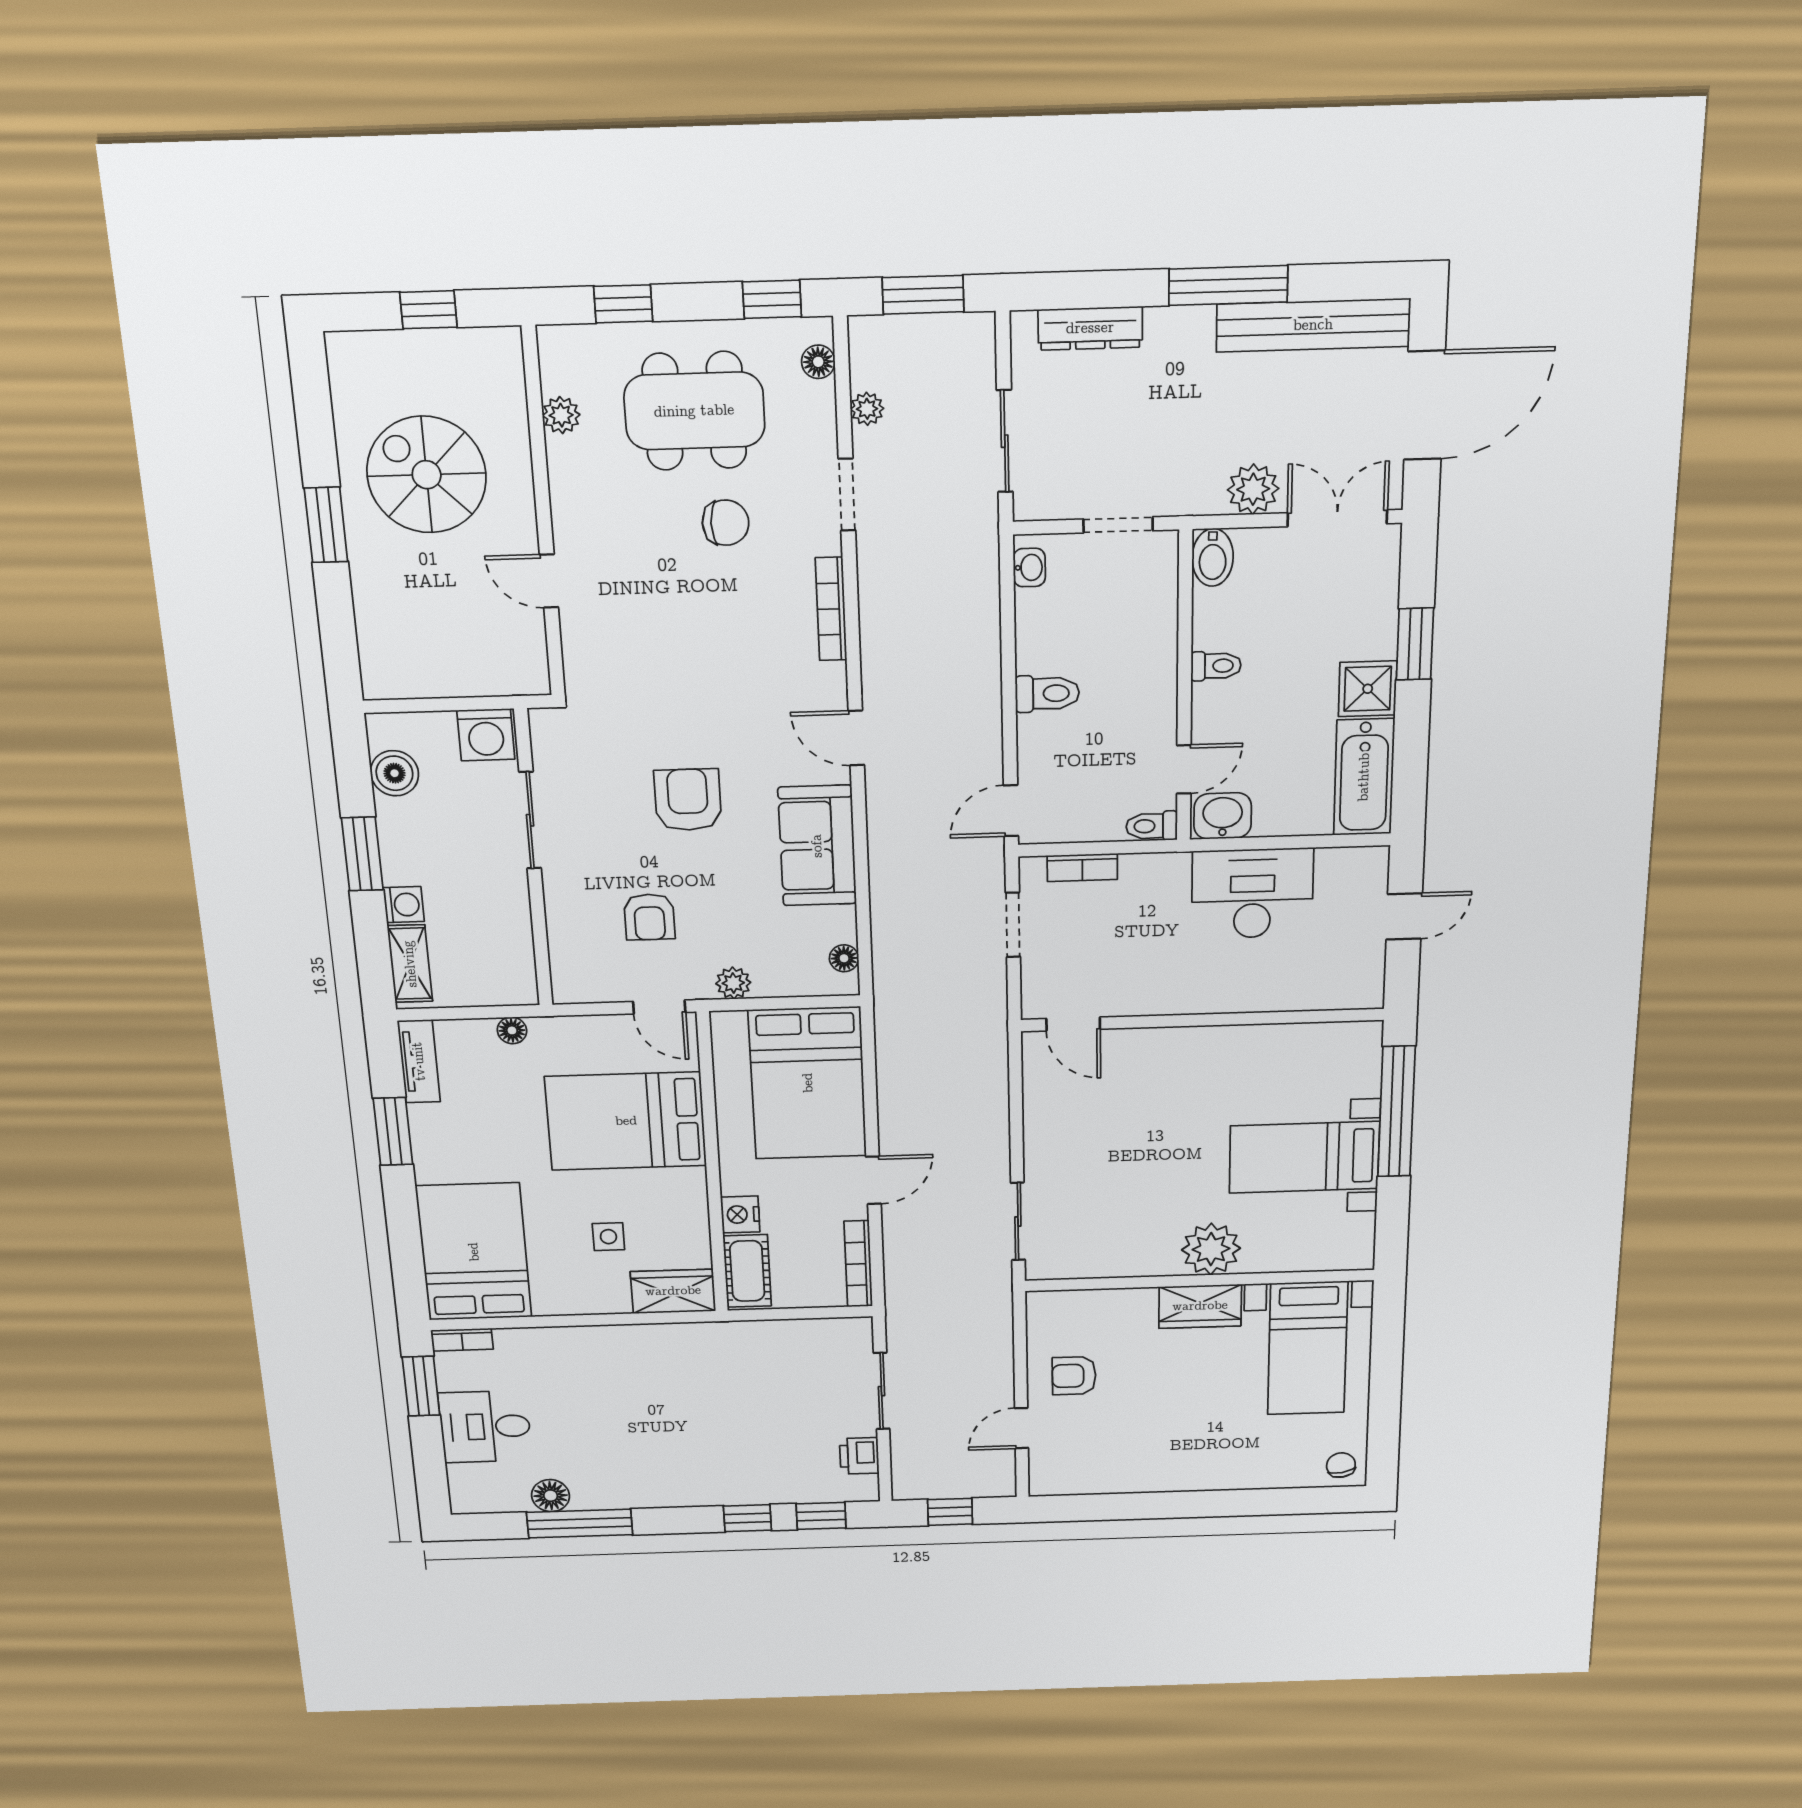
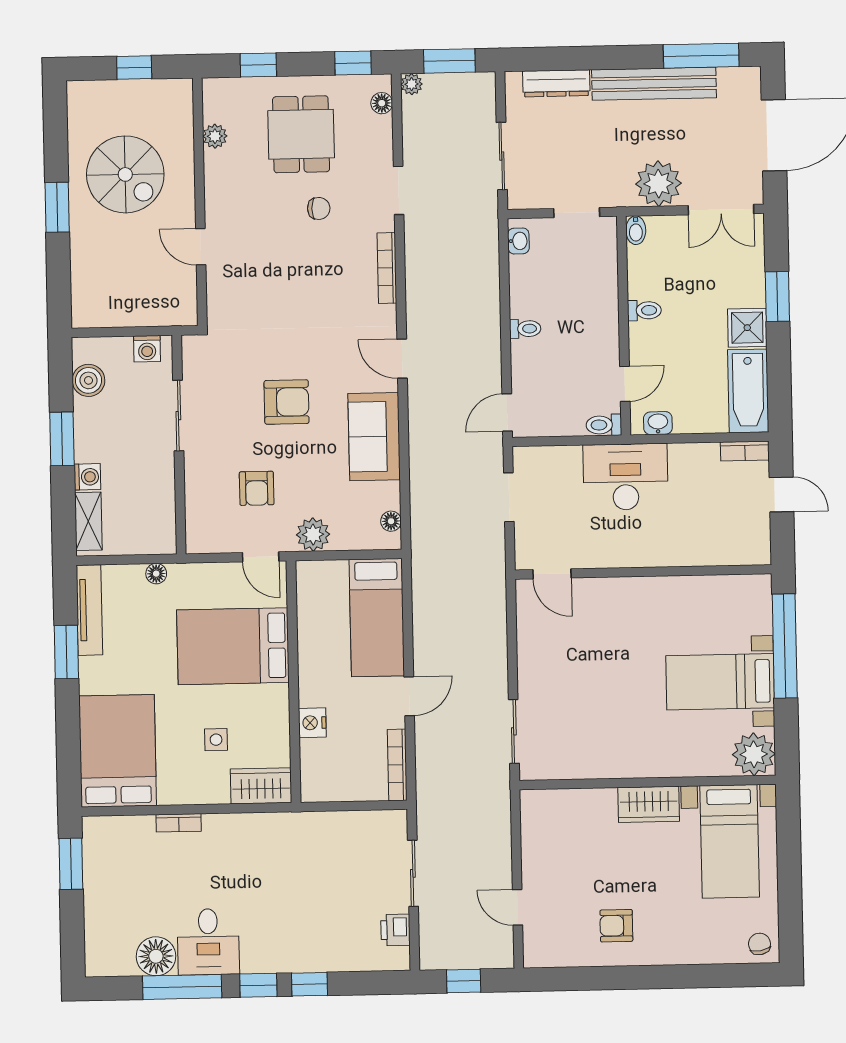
window: (1228, 286) -> (701, 56), moved
bench: (1313, 325) -> (654, 84), moved
plant: (867, 409) -> (412, 84), moved
dining table: (694, 411) -> (301, 134), width x0.73
spiral stairs: (427, 475) -> (125, 174), turned 180
plant: (1253, 489) -> (658, 184), width x1.36, depth x1.36
double door: (1337, 518) -> (721, 210), swing flipped
chair: (726, 523) -> (319, 208), width x0.73, depth x0.73
bidet: (1213, 557) -> (636, 230), width x0.72, depth x0.74
toilet: (1047, 693) -> (525, 329), width x0.73, depth x0.72
washing machine: (486, 735) -> (147, 349), width x0.73, depth x0.73
armchair: (688, 800) -> (287, 402), turned 90
washbasin: (1223, 816) -> (658, 423), width x0.72, depth x0.69
bookcase: (1082, 868) -> (745, 451), moved
desk: (1252, 893) -> (626, 477), moved
door: (1404, 916) -> (781, 494), hinge flipped
plant: (733, 983) -> (313, 534), width x1.38, depth x1.38
tv unit: (419, 1061) -> (89, 610), width x1.41
bed: (808, 1083) -> (377, 618), width x0.67
plant: (1211, 1249) -> (754, 754), moved
cot: (747, 1271) -> (316, 770), removed
bookcase: (462, 1340) -> (179, 823), moved
armchair: (1074, 1376) -> (616, 926), moved
desk: (485, 1427) -> (208, 942), moved, turned -90
door: (1021, 1428) -> (518, 907), hinge flipped
floor lamp: (551, 1496) -> (156, 956), width x1.38, depth x1.38
window: (821, 1516) -> (258, 985), moved

